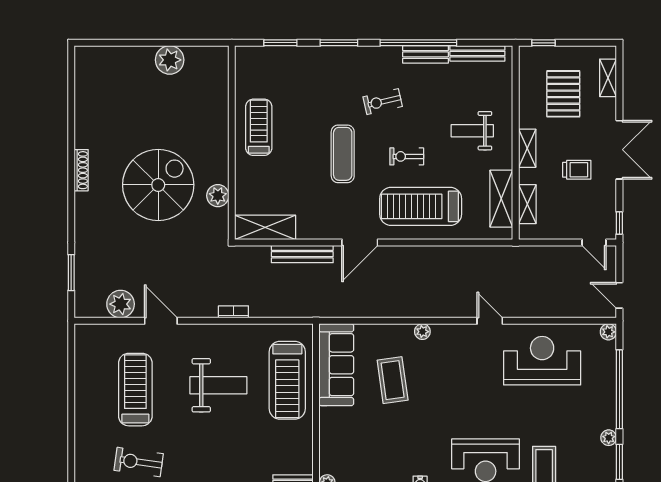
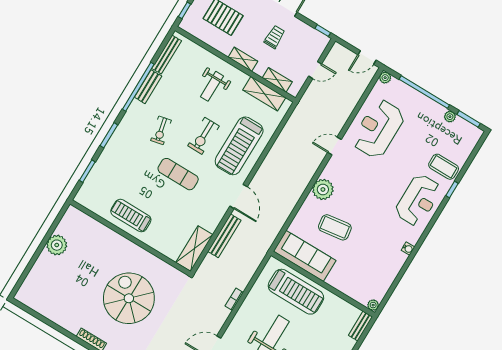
exercise bike: (407, 156) -> (203, 136), width x1.38, depth x1.39
plant: (218, 196) -> (157, 266), removed
door: (594, 242) -> (315, 70), moved
plant: (422, 332) -> (323, 189), width x1.88, depth x1.88

